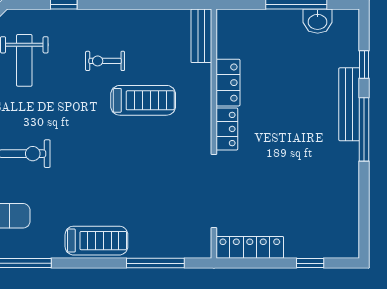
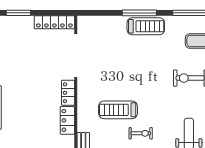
treadmill: (96, 241) -> (146, 26), turned 180
window: (155, 263) -> (139, 13), moved
window: (310, 263) -> (18, 13), width x1.50

